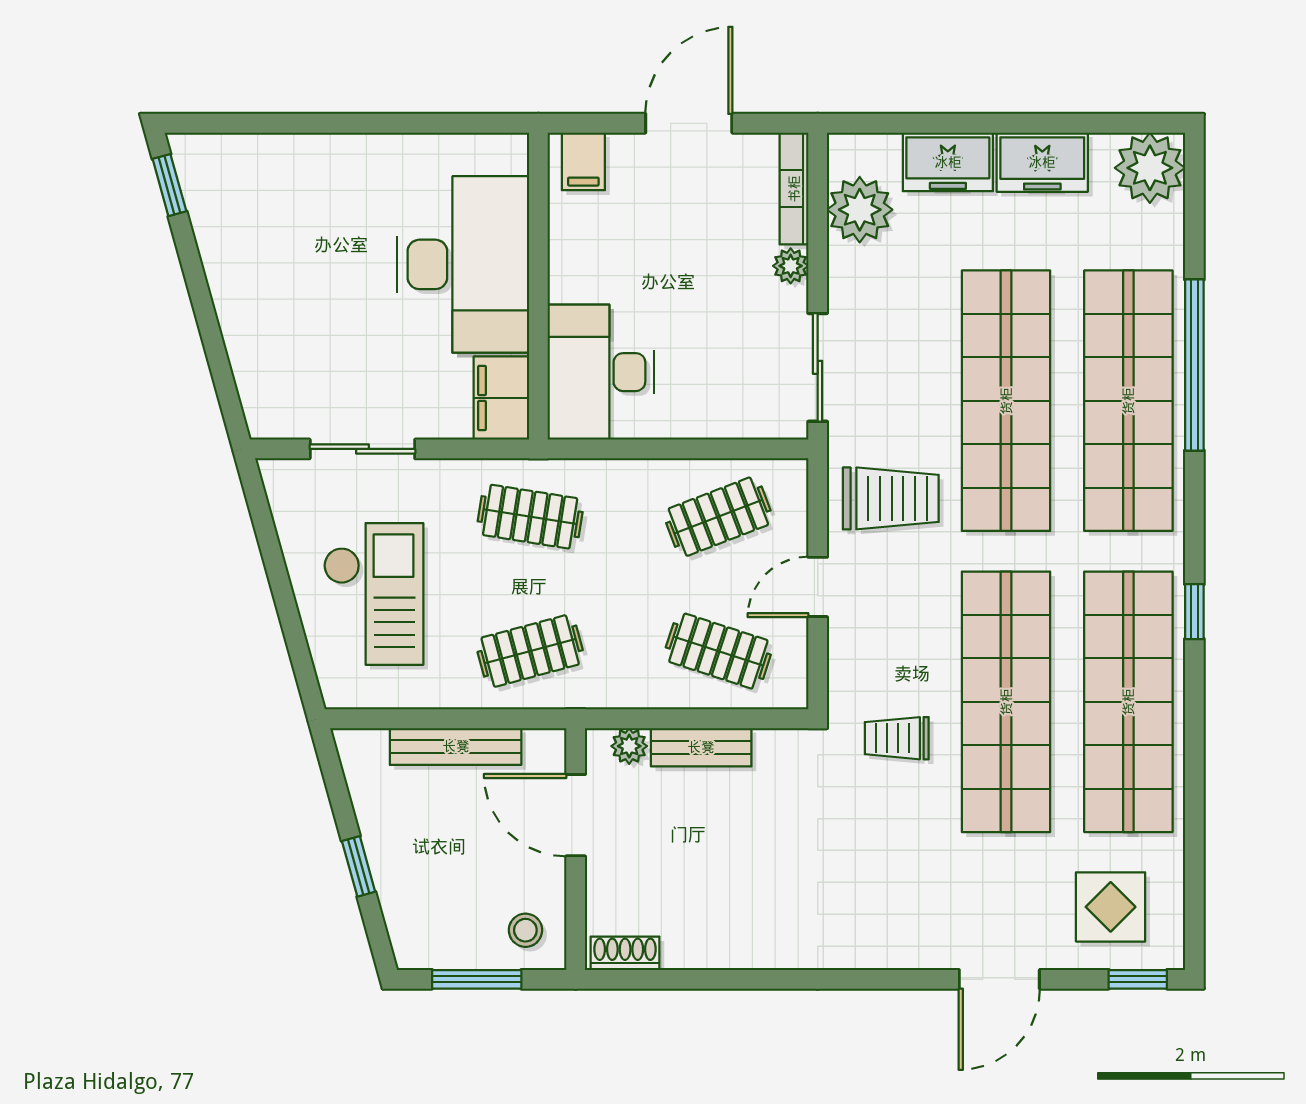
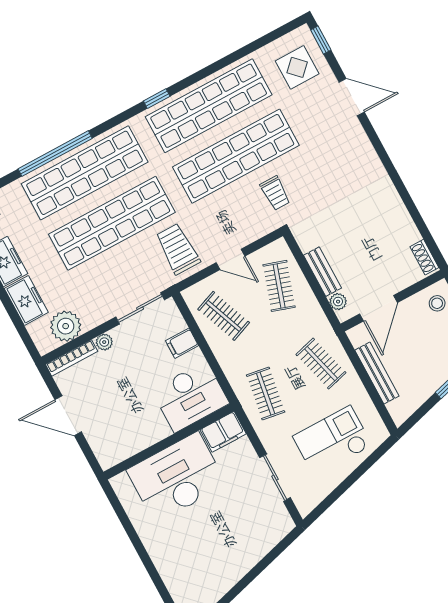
filing cabinet: (583, 161) -> (182, 343), moved, turned 180

